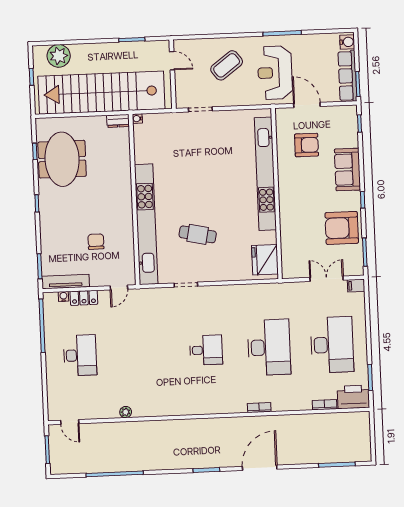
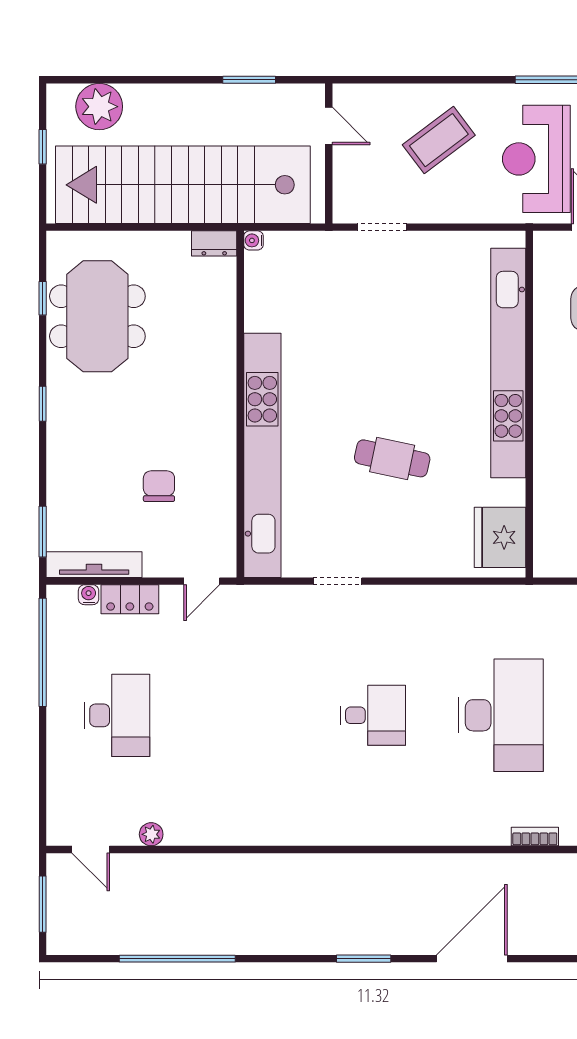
cafe table: (198, 234) -> (392, 458), moved
bookcase: (259, 408) -> (535, 837), moved
plant: (126, 412) -> (151, 834), moved

